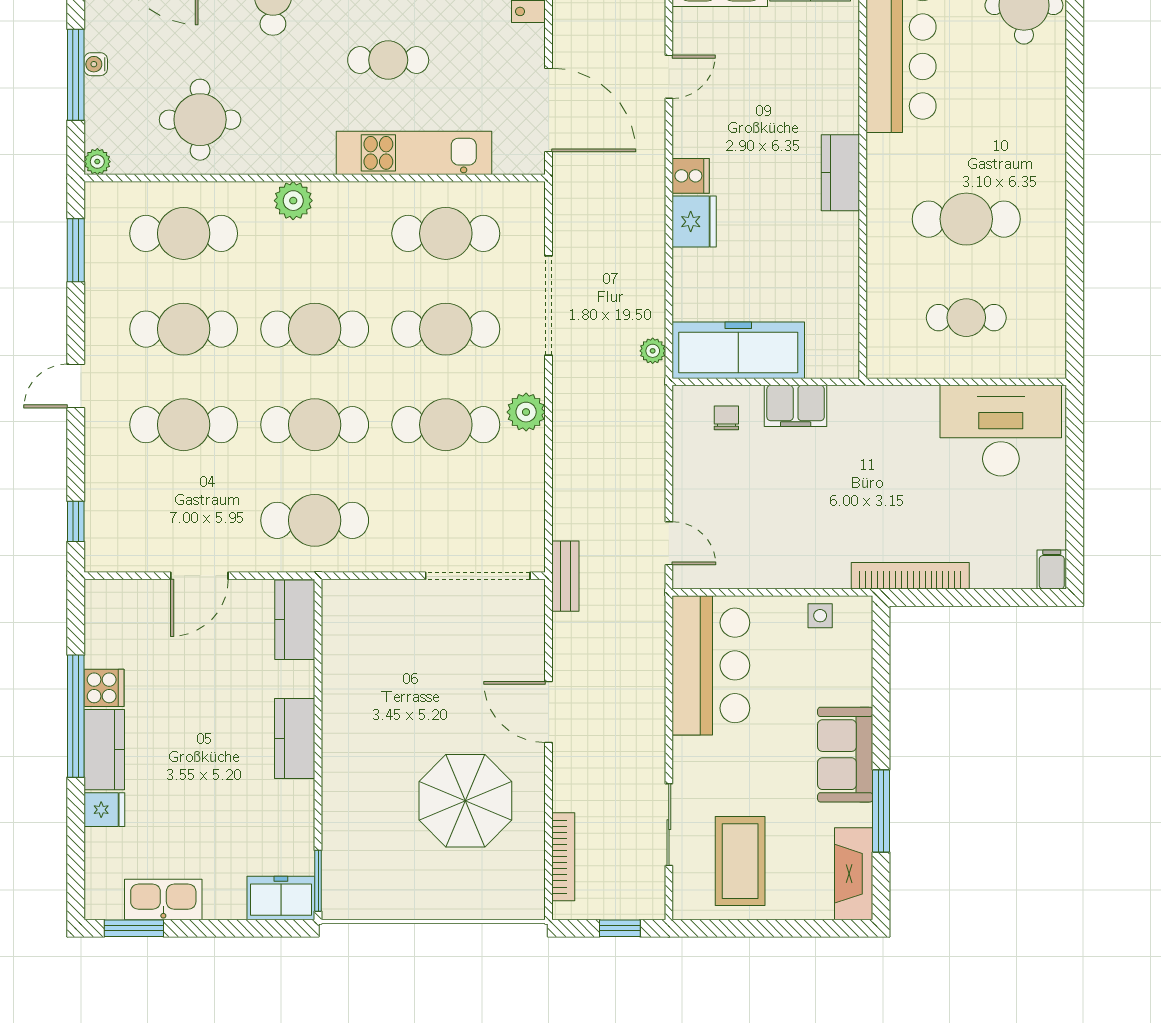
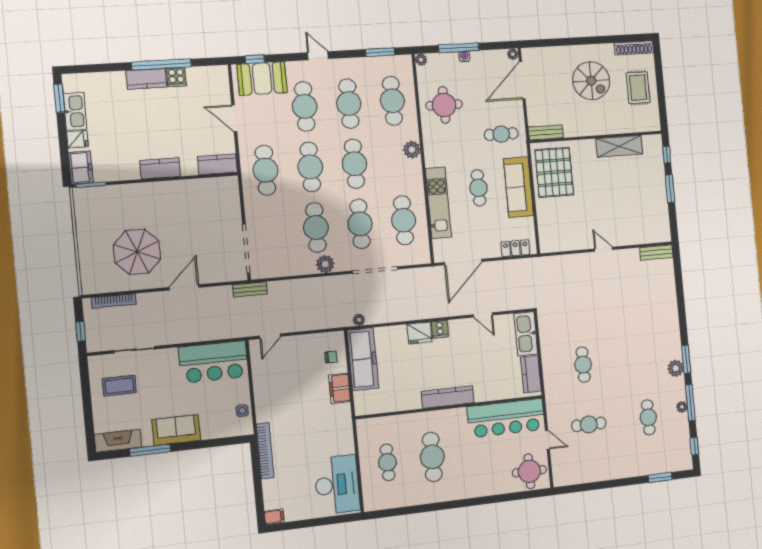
kitchen counter: (840, 173) -> (448, 397), width x1.50
booth: (118, 510) -> (262, 78), added
fridge: (104, 810) -> (77, 139), moved, turned -90
coffee table: (740, 861) -> (119, 386), width x0.73, depth x0.76

